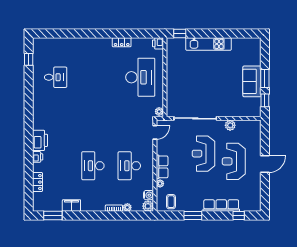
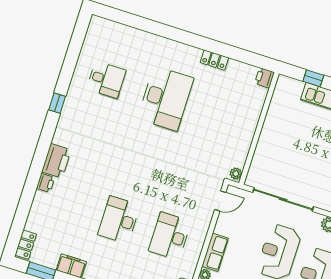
window: (180, 34) -> (313, 78), moved
window: (29, 59) -> (57, 103), moved
desk: (140, 77) -> (165, 98), moved
locker: (37, 182) -> (26, 245), moved

